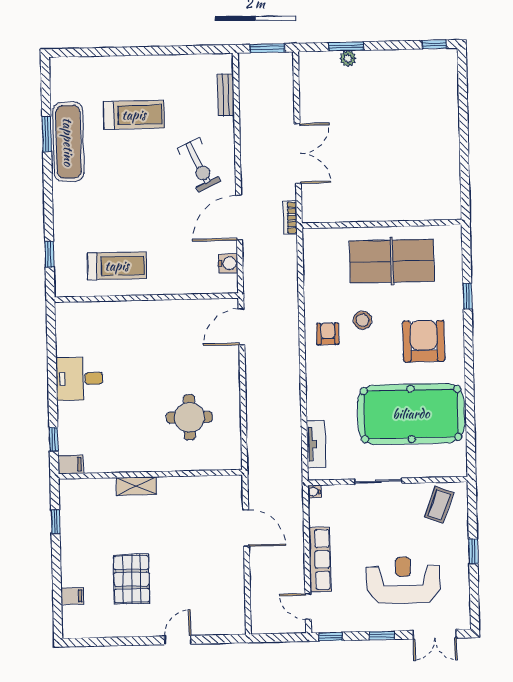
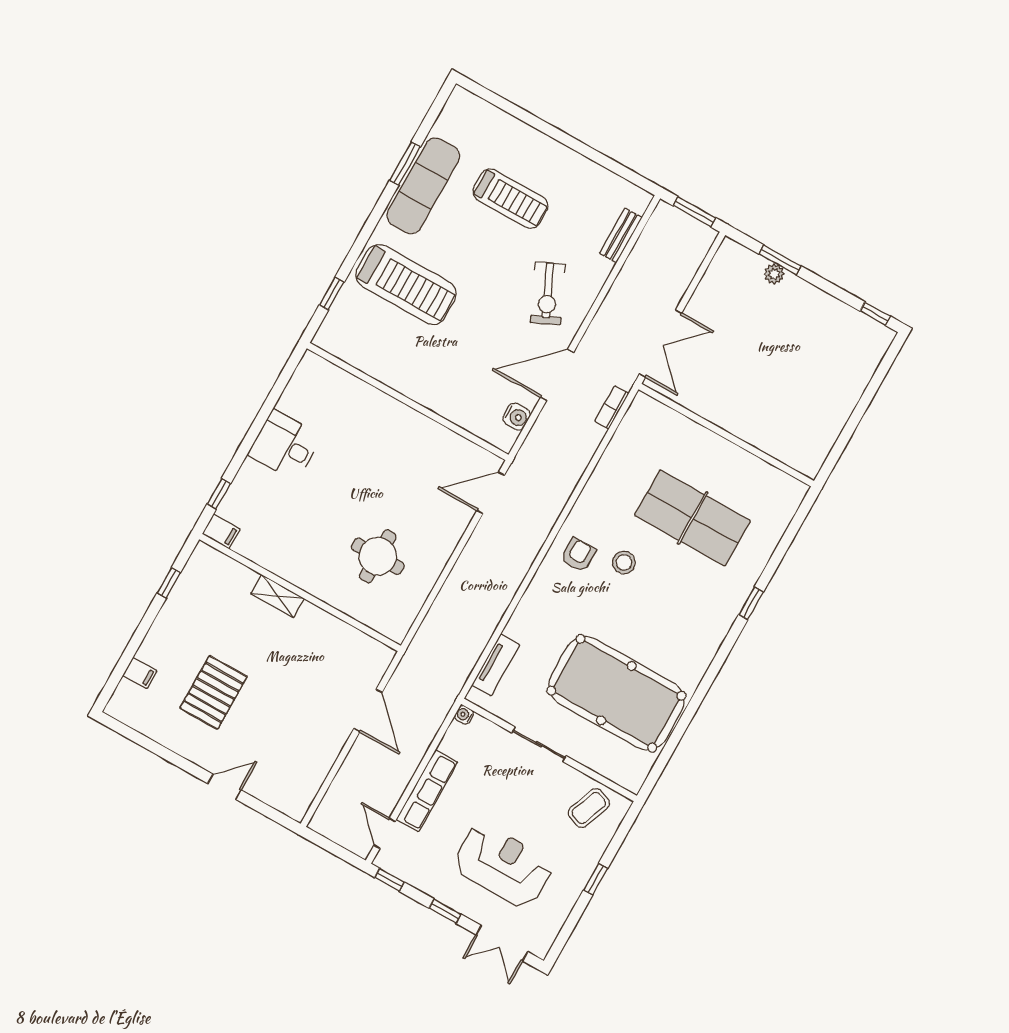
wall: (382, 224) -> (726, 435), moved
treadmill: (117, 266) -> (406, 284), moved, width x1.37, depth x1.38
armchair: (424, 341) -> (676, 624), removed

